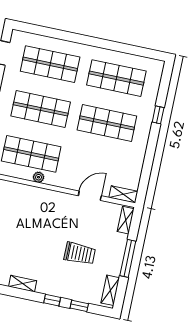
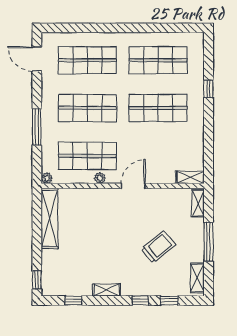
door: (90, 196) -> (133, 186), moved
trolley: (80, 253) -> (158, 247), turned -40

